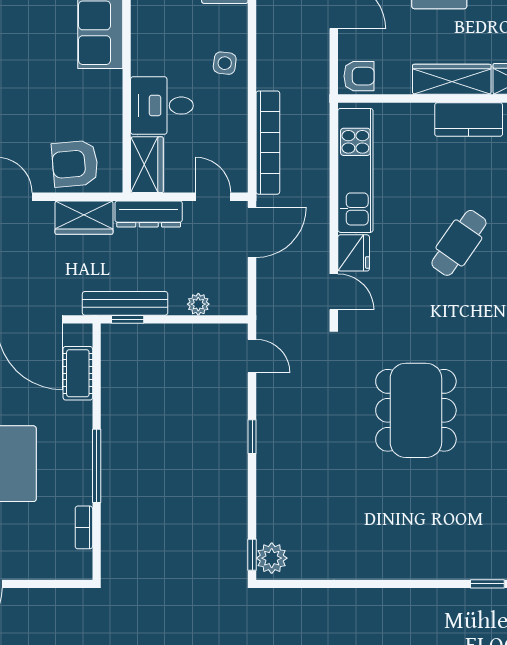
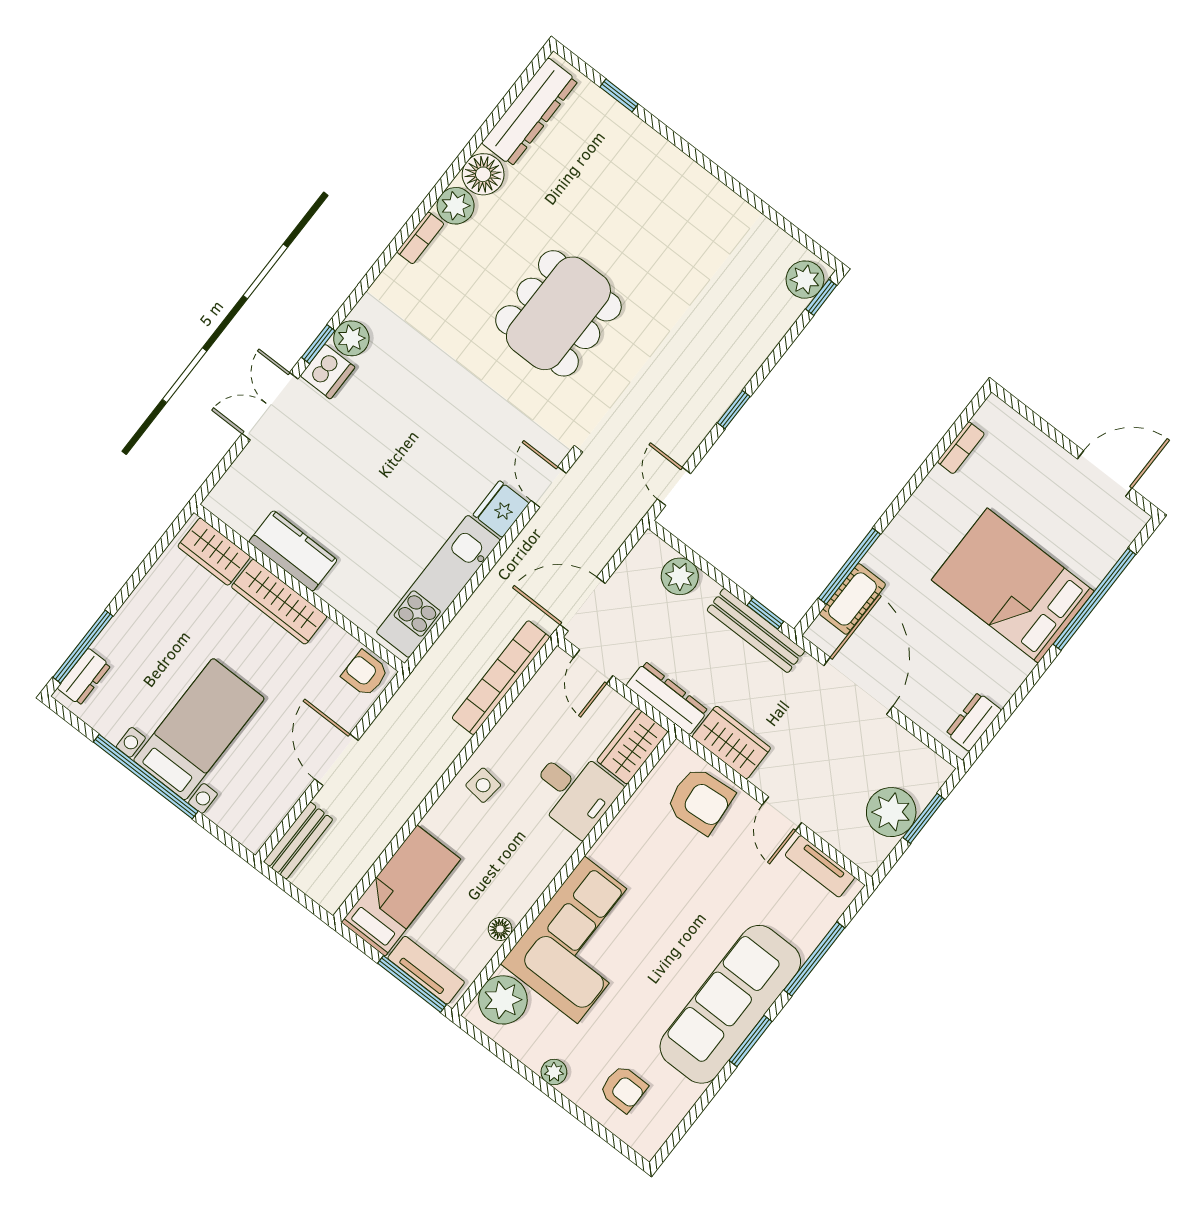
cafe table: (459, 243) -> (394, 441), removed
plant: (198, 304) -> (680, 576), width x1.38, depth x1.38
window: (97, 466) -> (849, 566), moved

